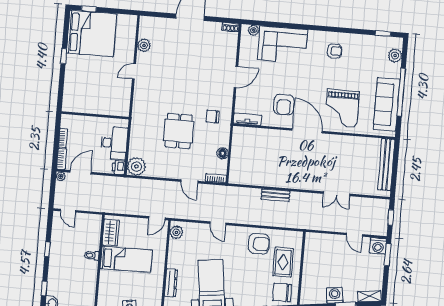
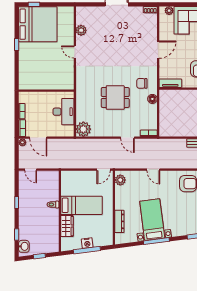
door: (134, 71) -> (75, 52), hinge flipped
dining table: (179, 131) -> (115, 97), turned 90
floor lamp: (223, 153) -> (152, 99), moved
printer: (119, 167) -> (69, 131), removed
door: (80, 172) -> (38, 138), swing flipped
wardrobe: (111, 233) -> (67, 226), moved

